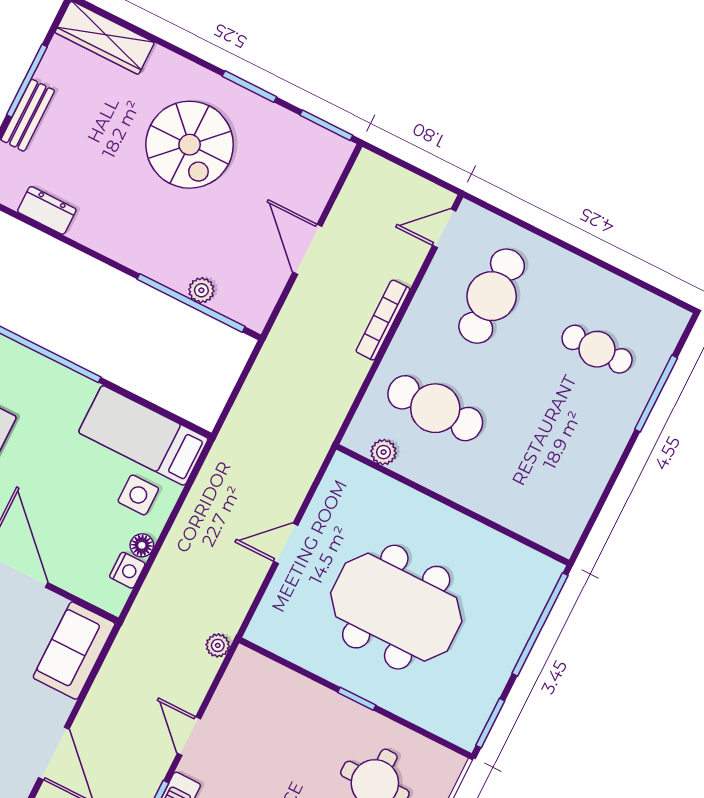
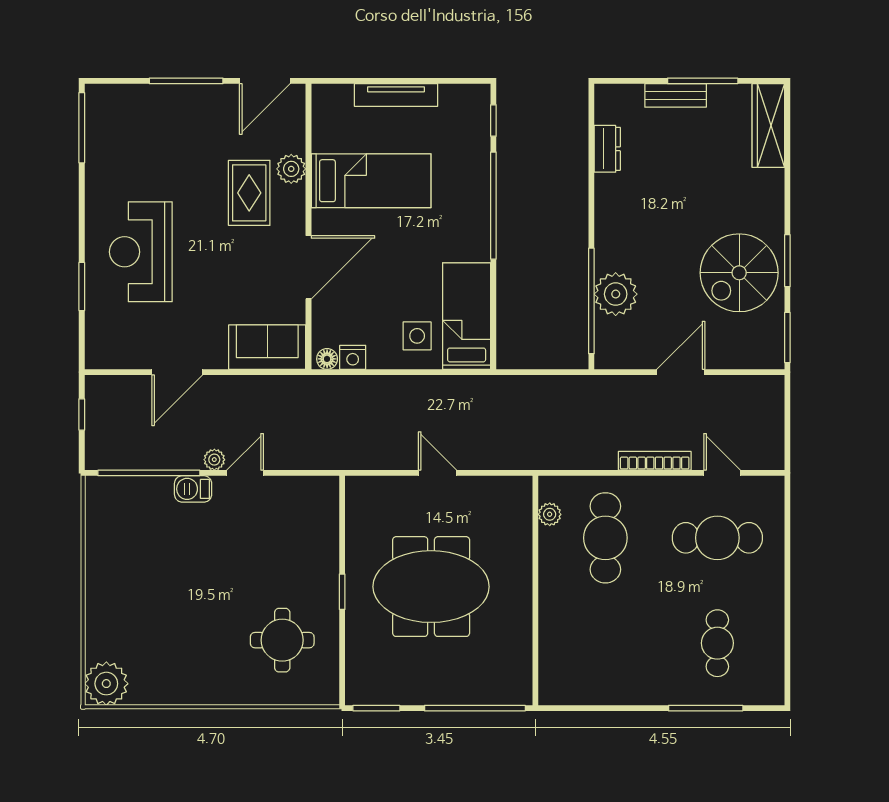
spiral stairs: (190, 145) -> (739, 273), moved
door: (444, 228) -> (722, 473), moved
plant: (201, 290) -> (616, 294), width x1.88, depth x1.88
floor lamp: (142, 545) -> (327, 359), moved
meeting table: (396, 607) -> (431, 587), turned 90
plant: (218, 645) -> (214, 460), moved

